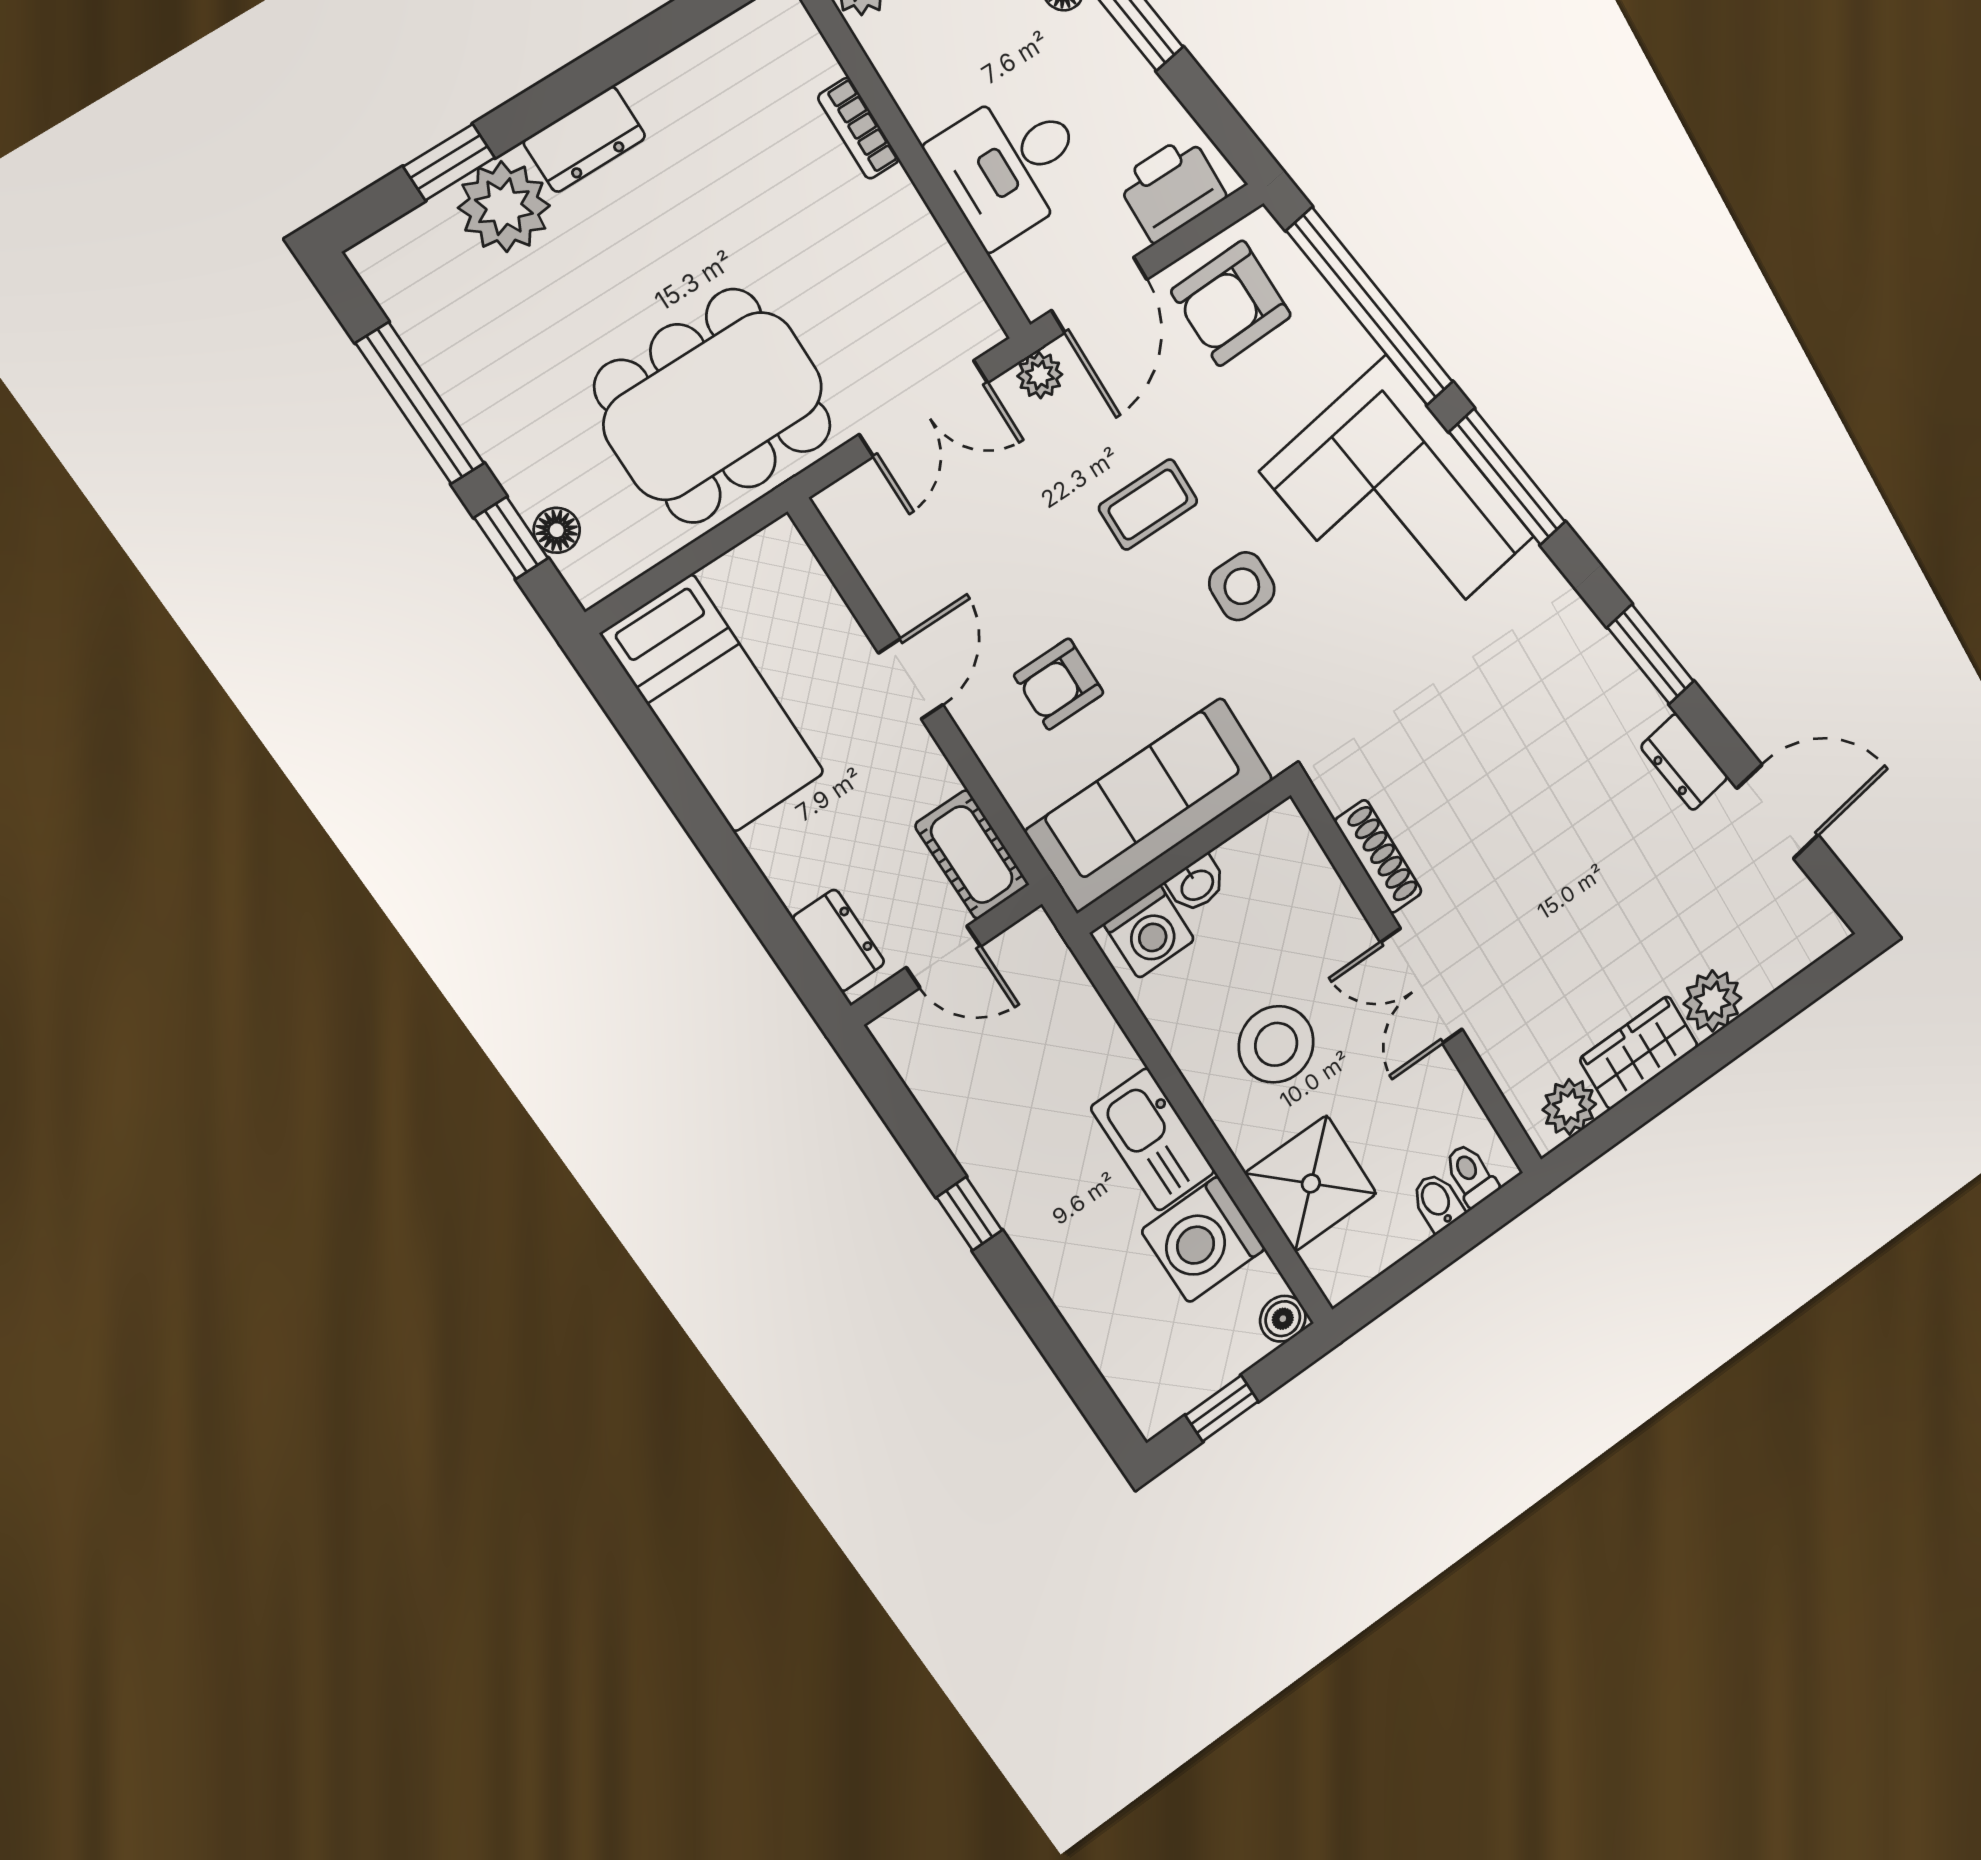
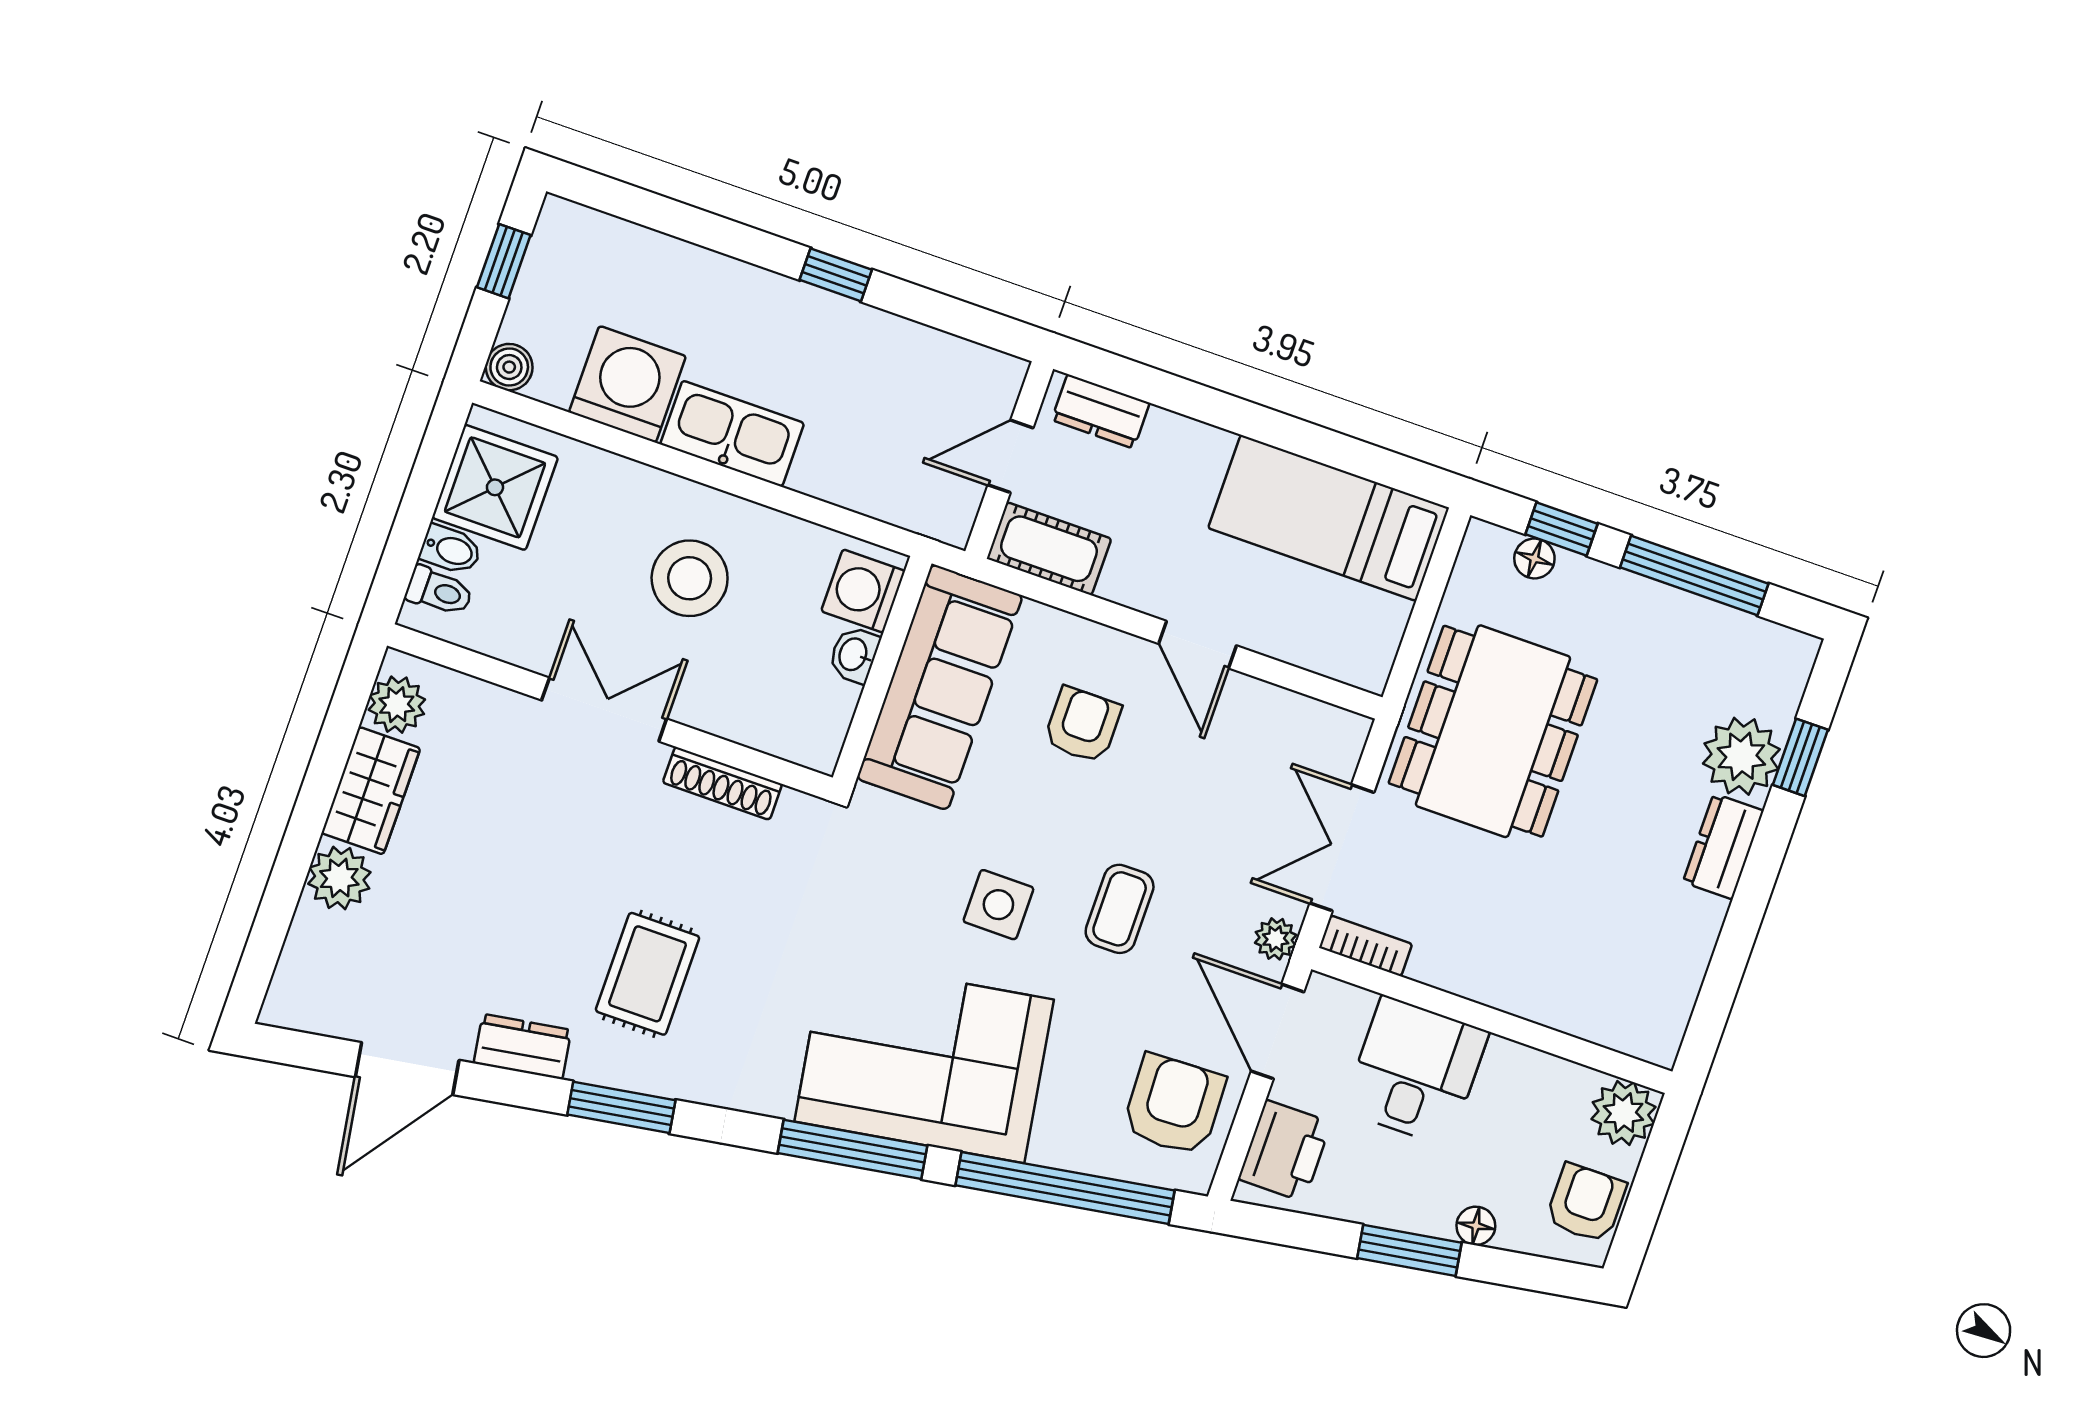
bookcase: (858, 128) -> (1365, 946), moved
rug: (1551, 746) -> (648, 974), added
shower: (1311, 1183) -> (495, 487), moved

